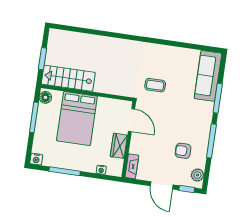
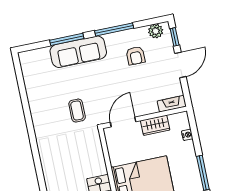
sofa: (208, 76) -> (78, 52), moved

